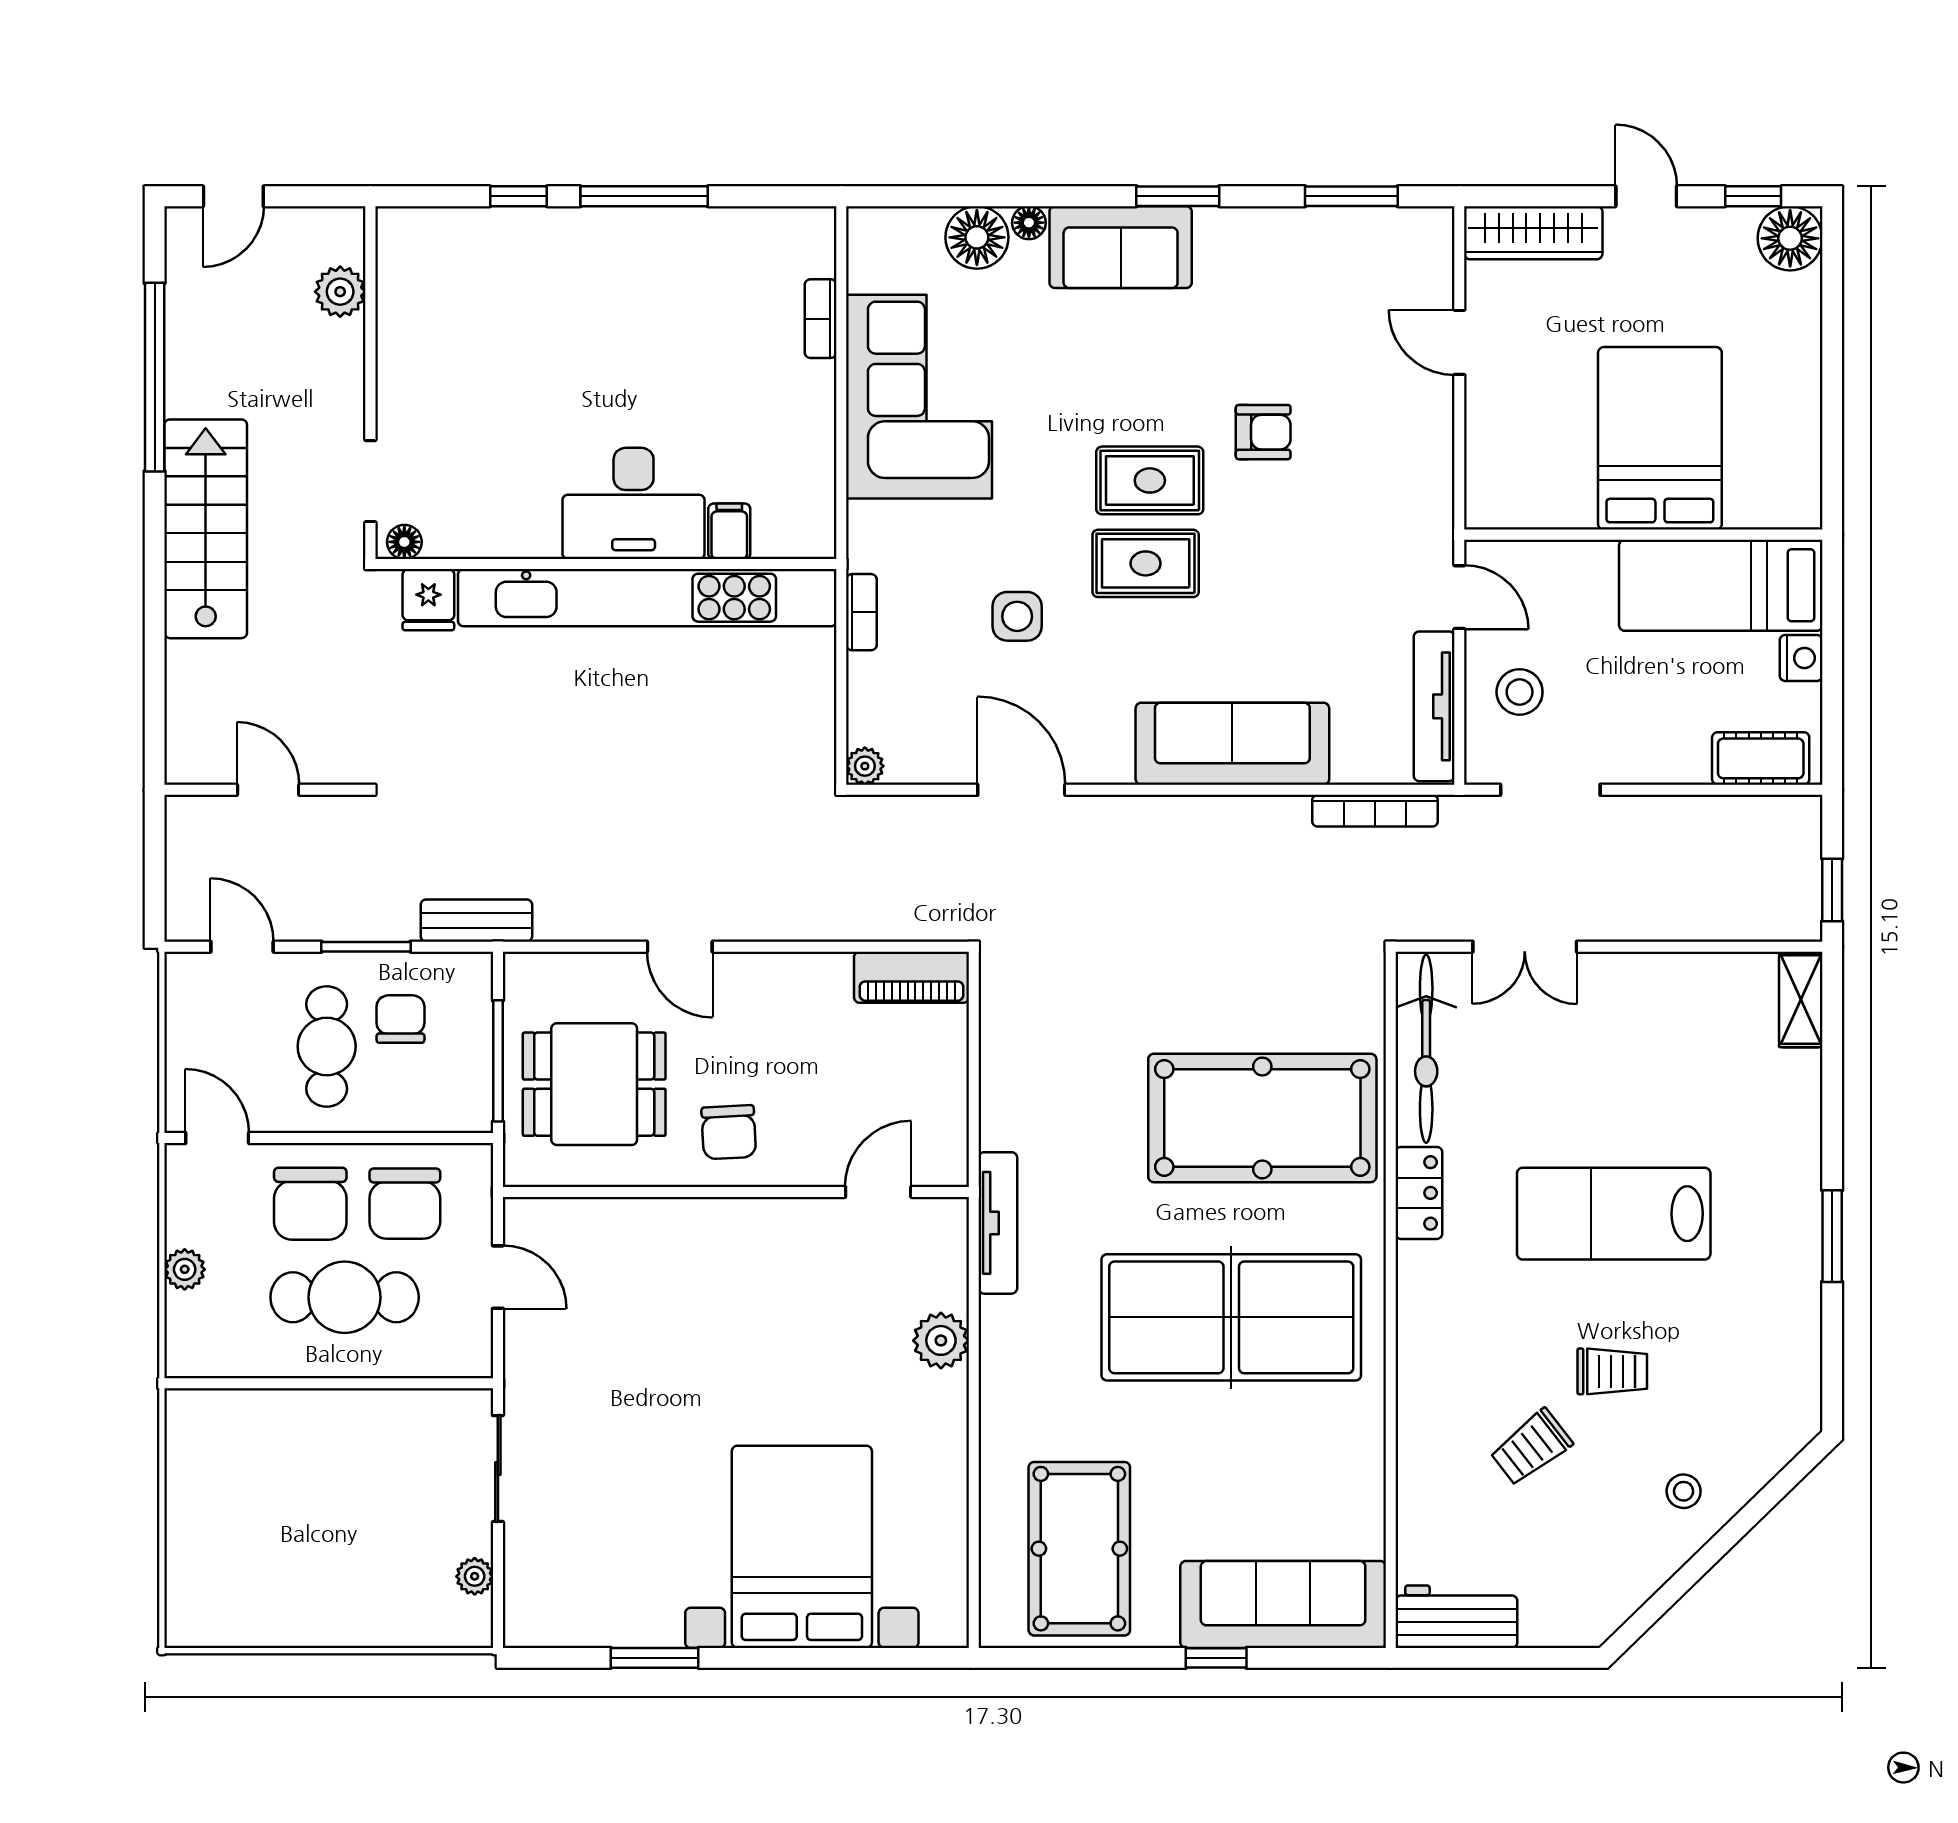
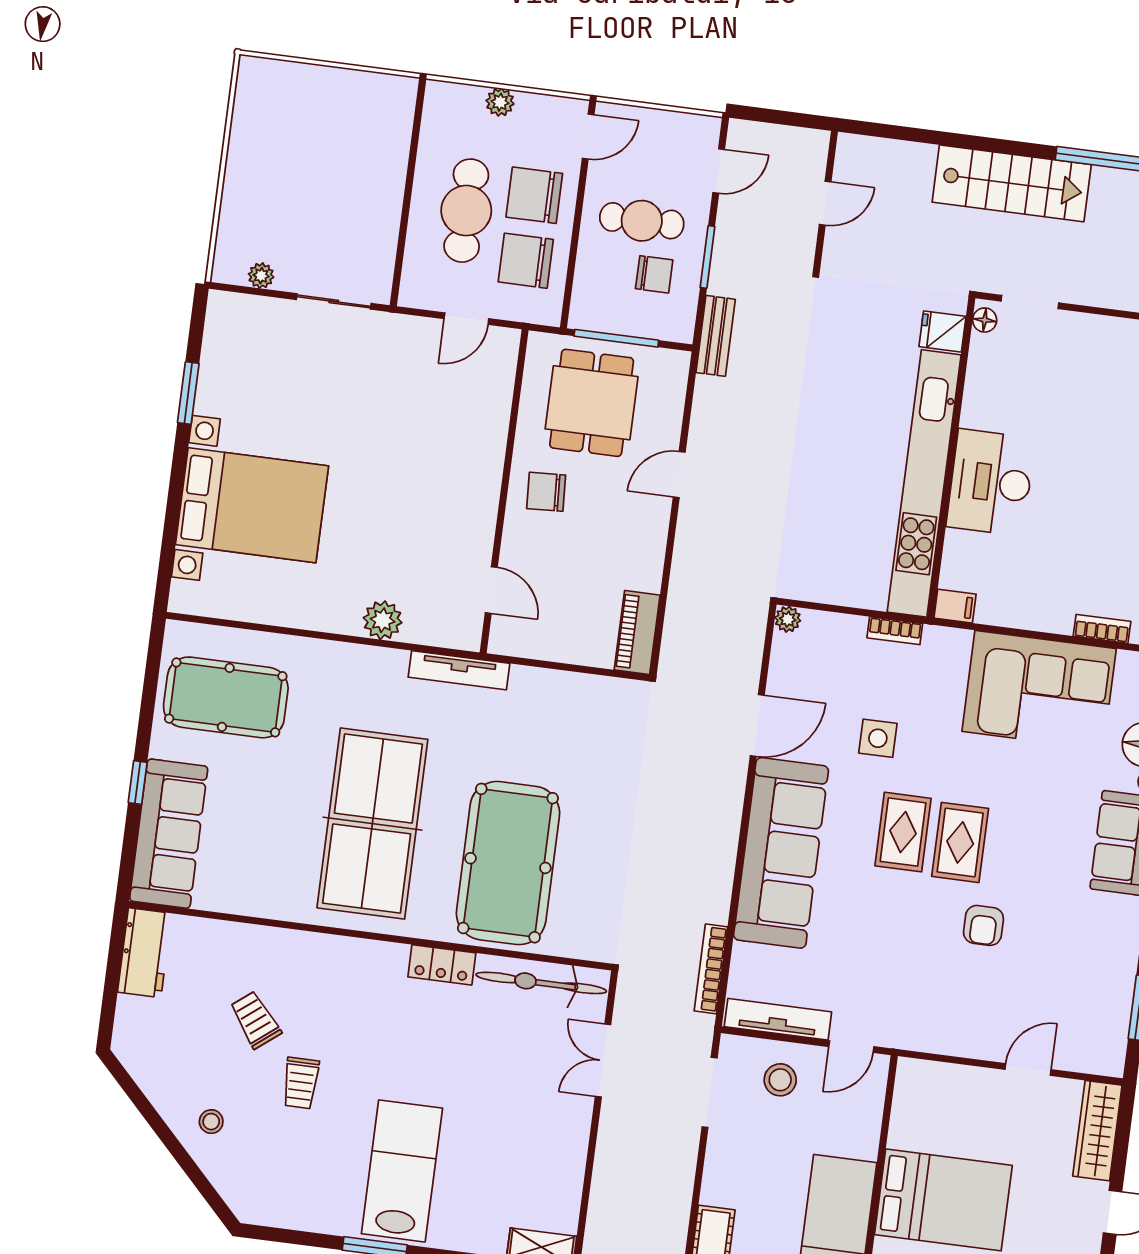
filing cabinet: (729, 531) -> (955, 606), moved
sofa: (1232, 744) -> (781, 853), width x1.36, depth x1.27
lab bench: (1614, 1214) -> (402, 1171), moved

